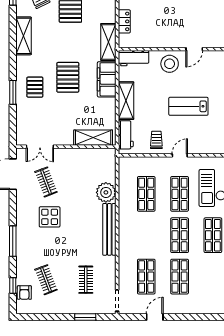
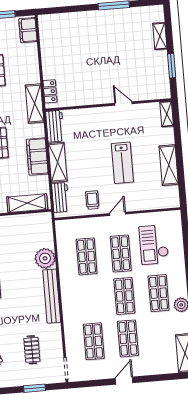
locker: (124, 21) -> (50, 91), moved
door: (194, 49) -> (123, 103), swing flipped
workbench: (133, 58) -> (55, 126), moved, turned -90
stool: (170, 64) -> (99, 121), removed
filing cabinet: (107, 79) -> (37, 157), moved
lab bench: (188, 106) -> (122, 163), turned -90
door: (155, 317) -> (124, 381), moved

